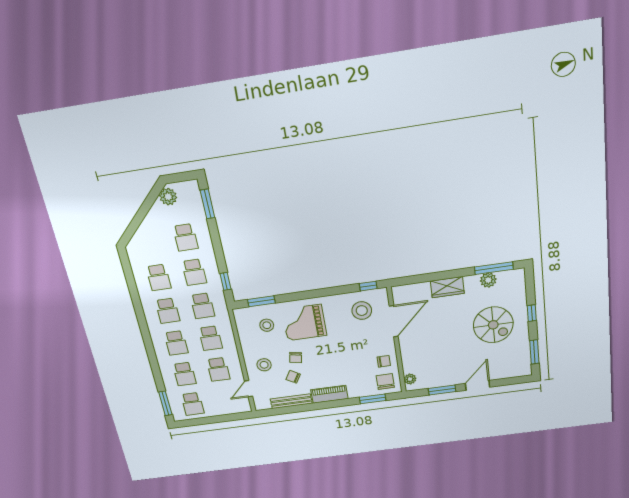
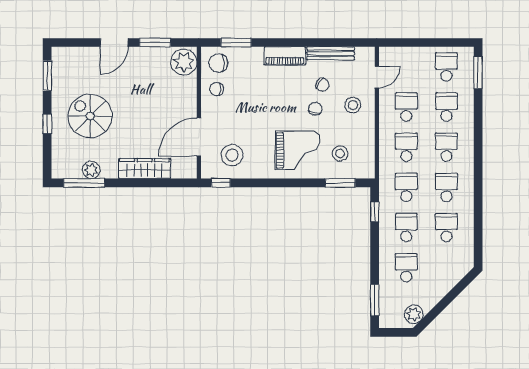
wardrobe: (447, 287) -> (144, 169), width x1.50
plant: (410, 379) -> (184, 62), width x1.88, depth x1.88
chair: (385, 382) -> (218, 63), turned 90

